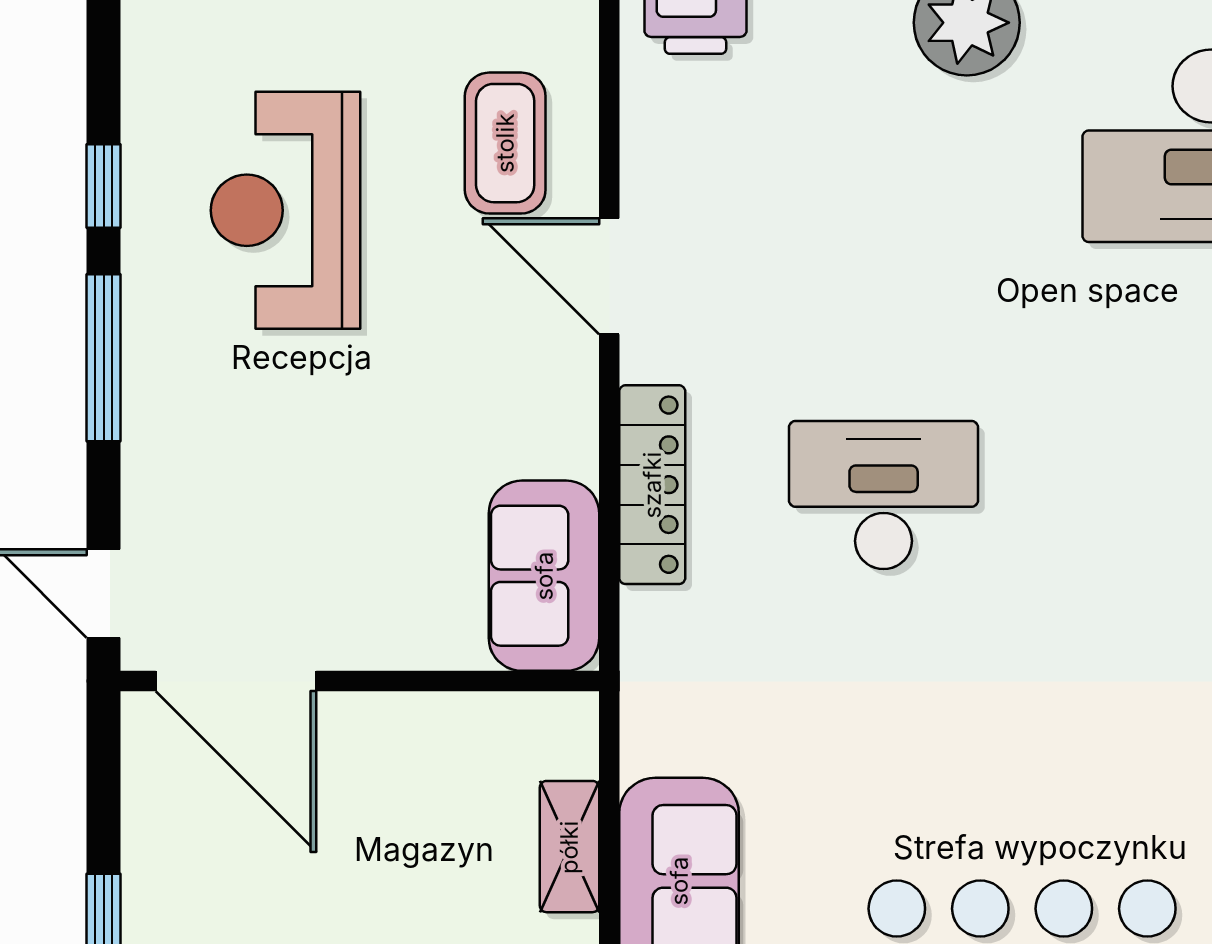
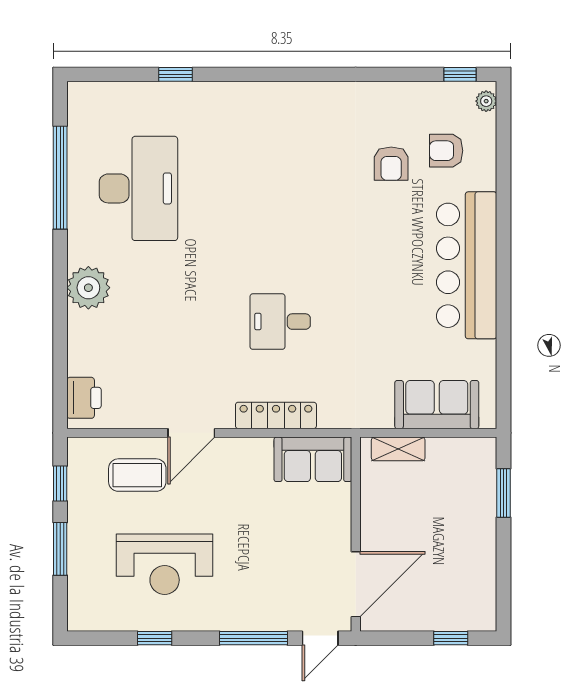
window: (104, 358) -> (254, 638), moved
desk: (884, 495) -> (280, 322), width x0.73
shelving: (569, 847) -> (398, 449), moved

